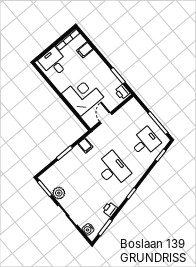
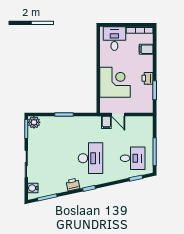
printer: (122, 92) -> (148, 78), moved
door: (106, 118) -> (118, 115), swing flipped
filing cabinet: (85, 146) -> (106, 122), moved
plant: (59, 193) -> (34, 122), moved
printer: (110, 209) -> (73, 185), moved

